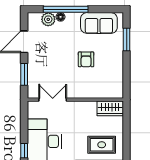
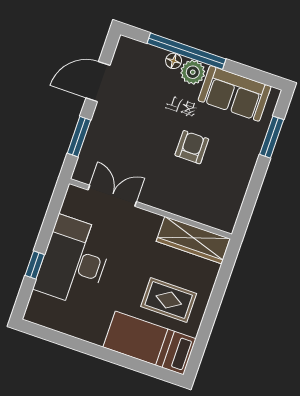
plant: (48, 19) -> (193, 72), moved
armchair: (86, 59) -> (192, 147), turned 180
wardrobe: (110, 108) -> (193, 240), width x1.50

